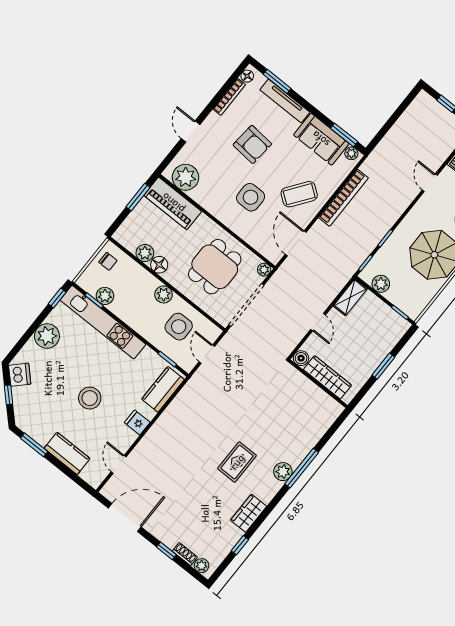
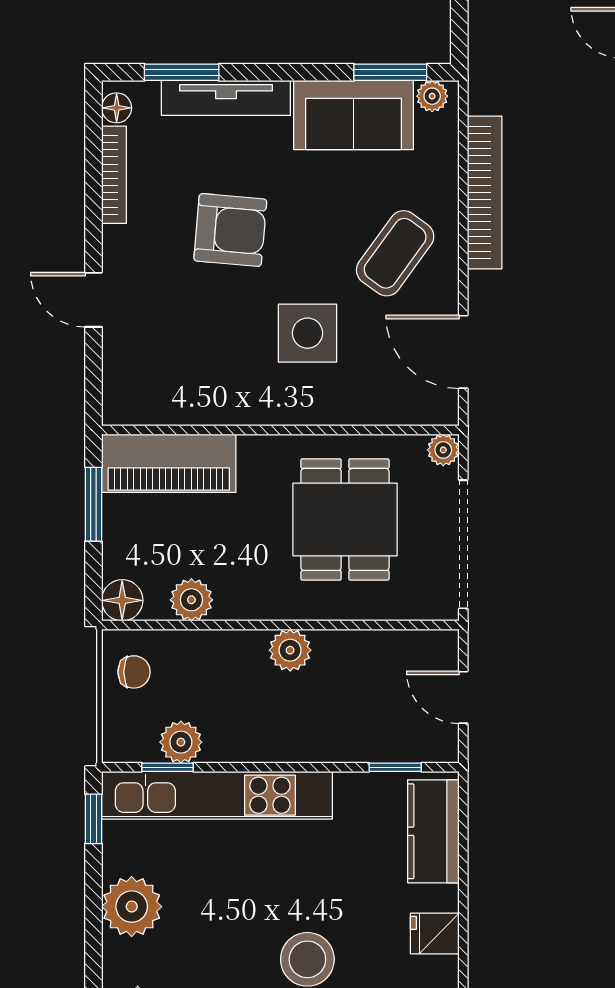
plant: (186, 177) -> (154, 394), removed
floor lamp: (159, 265) -> (122, 600), moved
side table: (179, 327) -> (368, 688), removed

